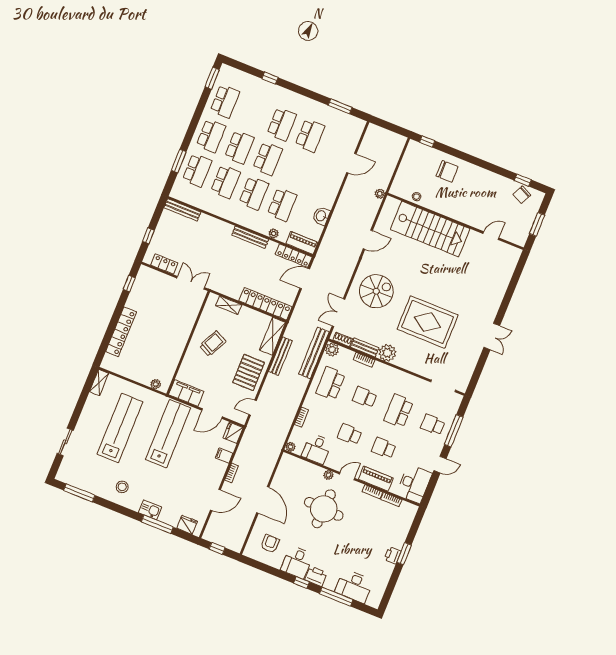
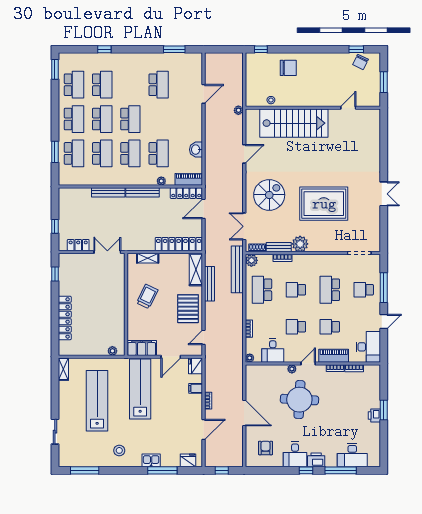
school desk: (282, 124) -> (102, 85), moved
bench: (182, 210) -> (108, 192), moved

